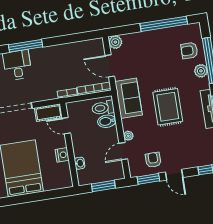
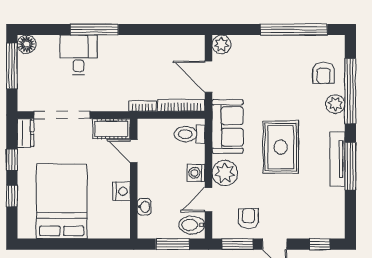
armchair: (189, 51) -> (324, 73), turned -90
bidet: (107, 121) -> (192, 225), moved
washing machine: (112, 134) -> (196, 173), added
plant: (128, 136) -> (225, 173), width x1.88, depth x1.88

